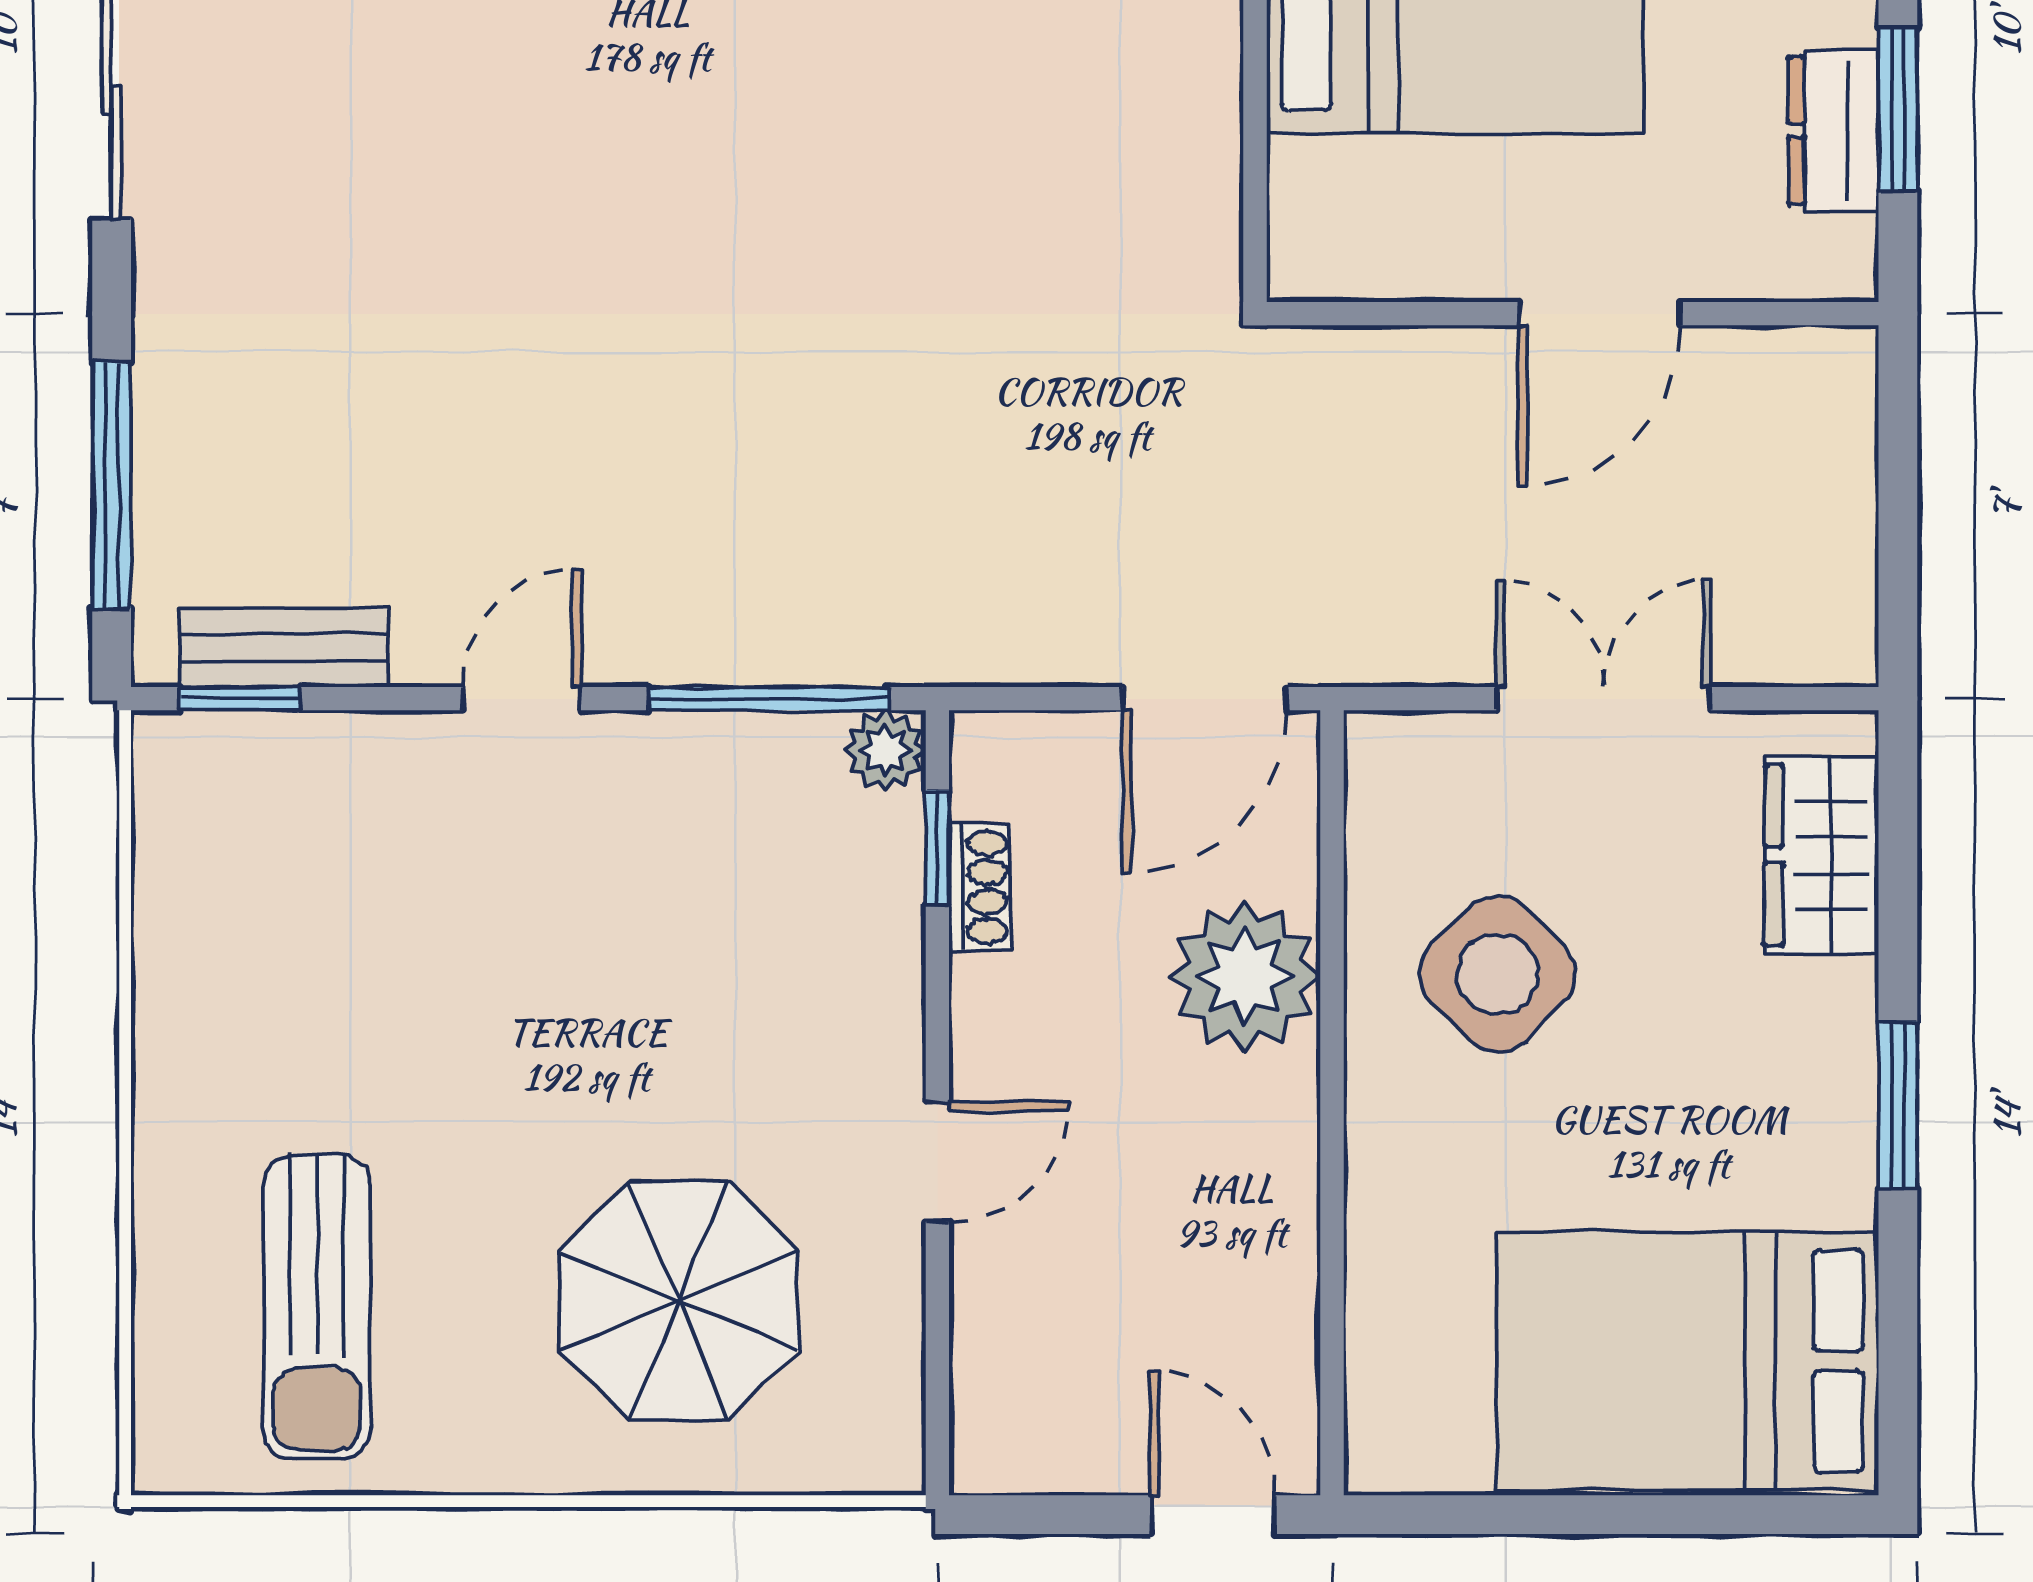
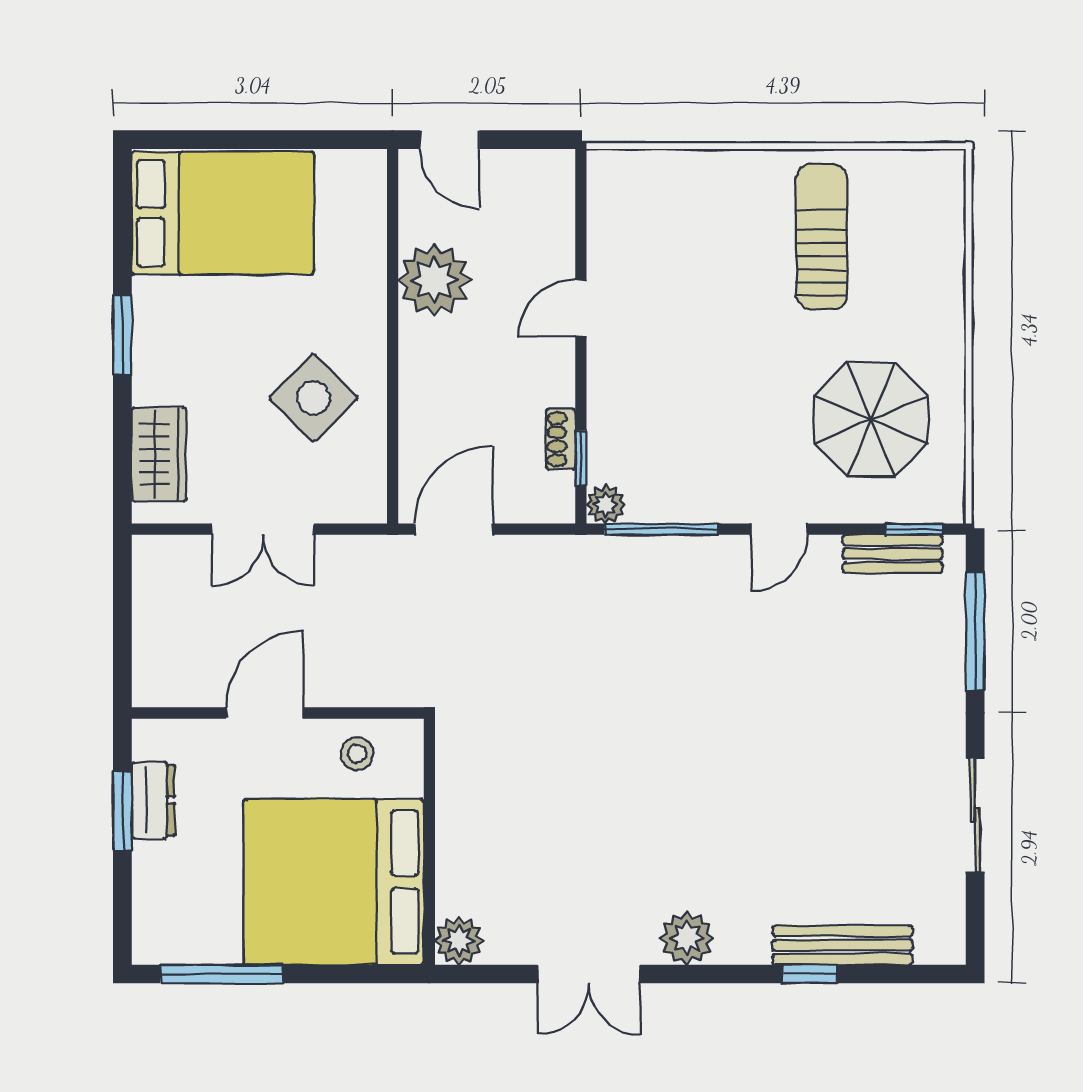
stool: (1406, 229) -> (357, 754), added
plant: (1245, 976) -> (434, 280), moved
parasol: (679, 1301) -> (871, 419), moved
sun lounger: (317, 1307) -> (822, 237), moved

